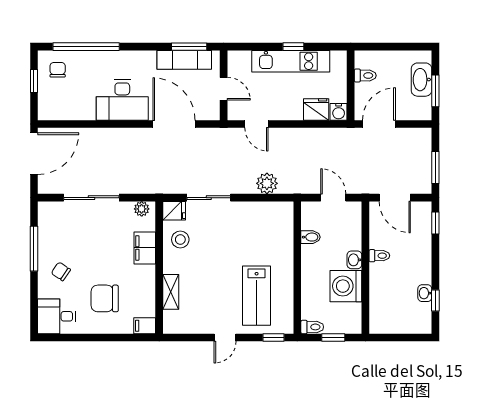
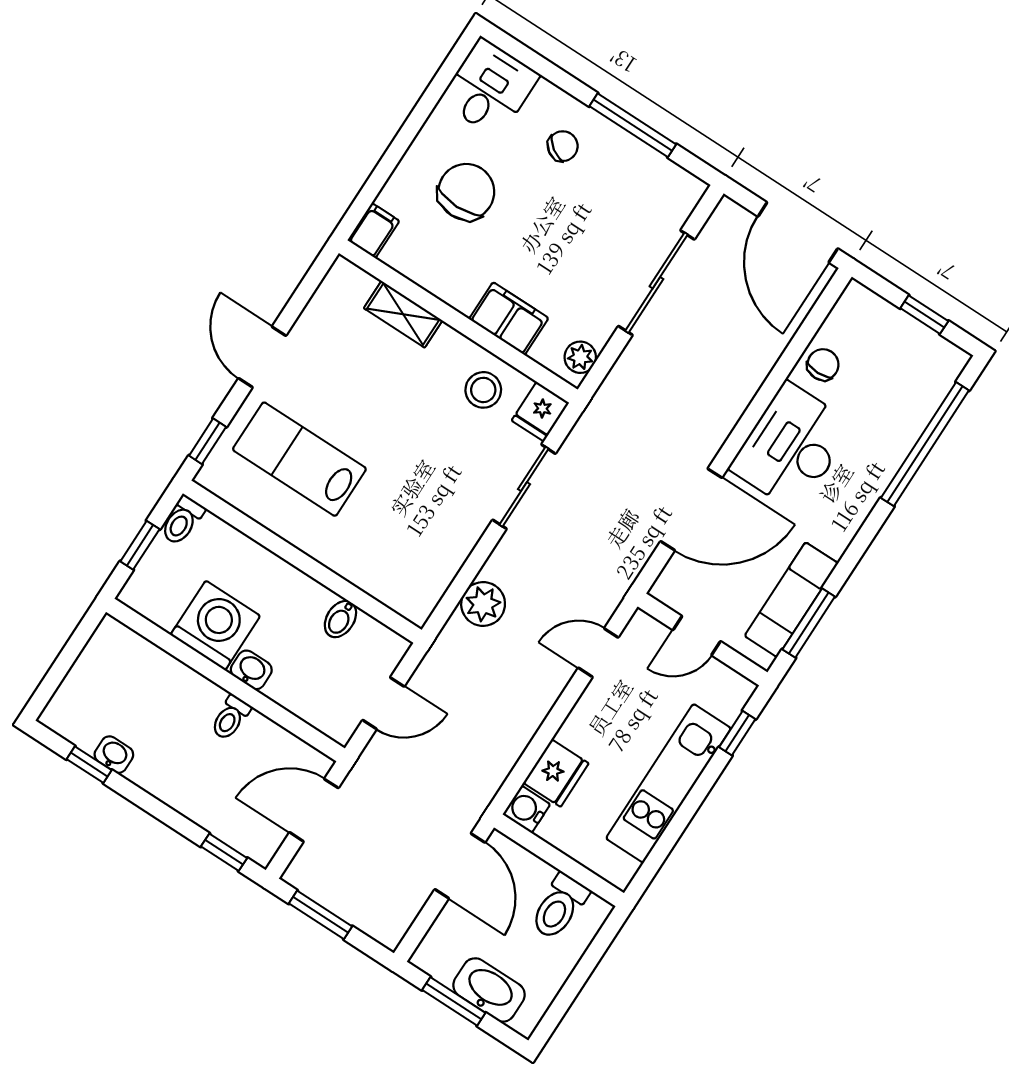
window: (293, 47) -> (737, 733), moved
chair: (58, 70) -> (823, 365), moved, turned -90
toilet: (365, 76) -> (559, 907), width x1.37, depth x1.39
door: (225, 338) -> (262, 357), width x1.38

